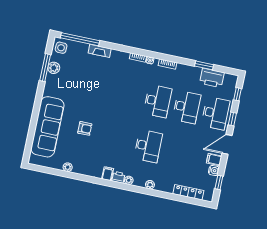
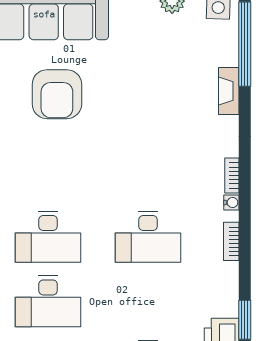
desk: (187, 107) -> (48, 301), moved
armchair: (85, 128) -> (57, 94), width x1.88, depth x1.88

